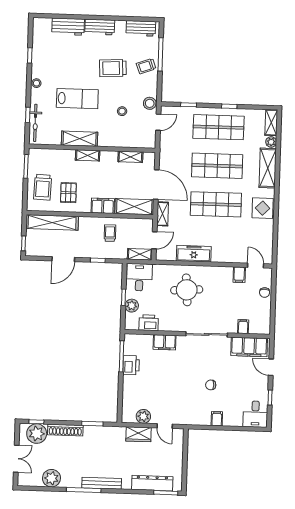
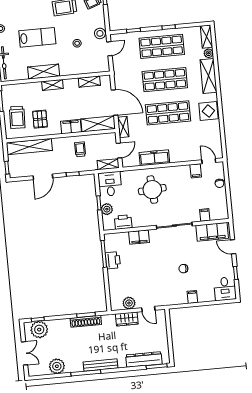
shoe rack: (65, 430) -> (86, 321), moved

